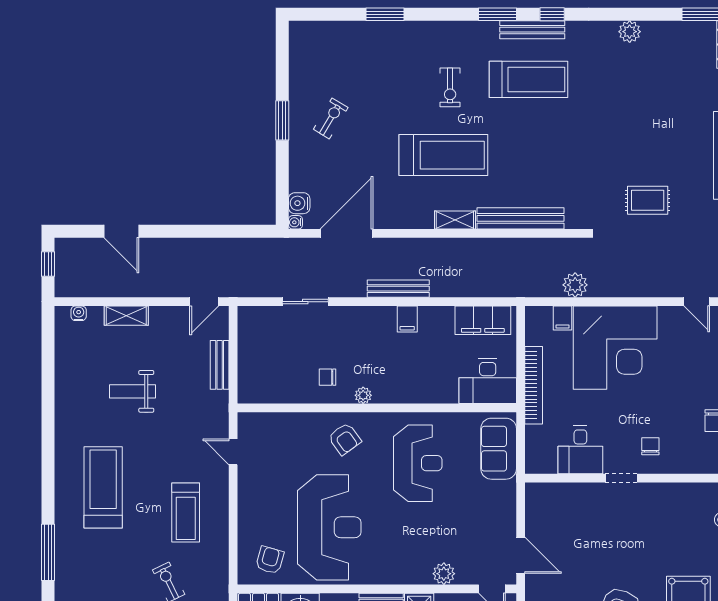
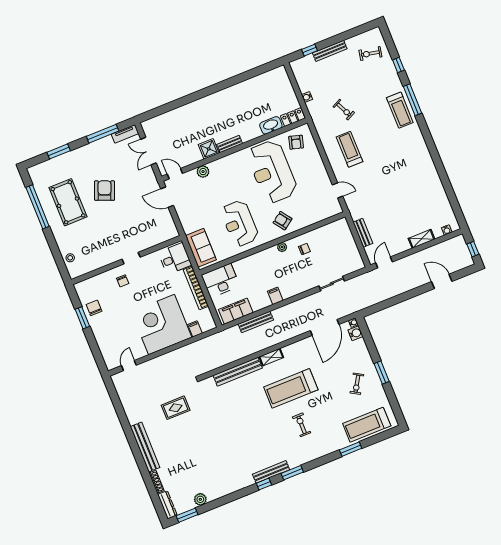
plant: (630, 32) -> (200, 499), moved
treadmill: (528, 79) -> (367, 425), moved
plant: (575, 285) -> (195, 349), removed
bench: (398, 289) -> (256, 322), moved
door: (697, 302) -> (129, 365), hinge flipped
weight bench: (133, 391) -> (402, 201), removed
desk: (580, 450) -> (175, 259), moved, turned 90
treadmill: (103, 487) -> (400, 110), moved, width x0.73, depth x0.73

